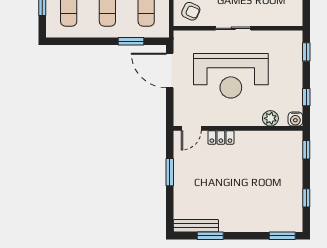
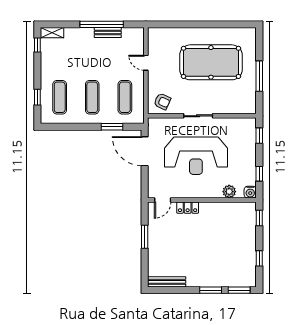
window: (210, 236) -> (211, 290), moved

